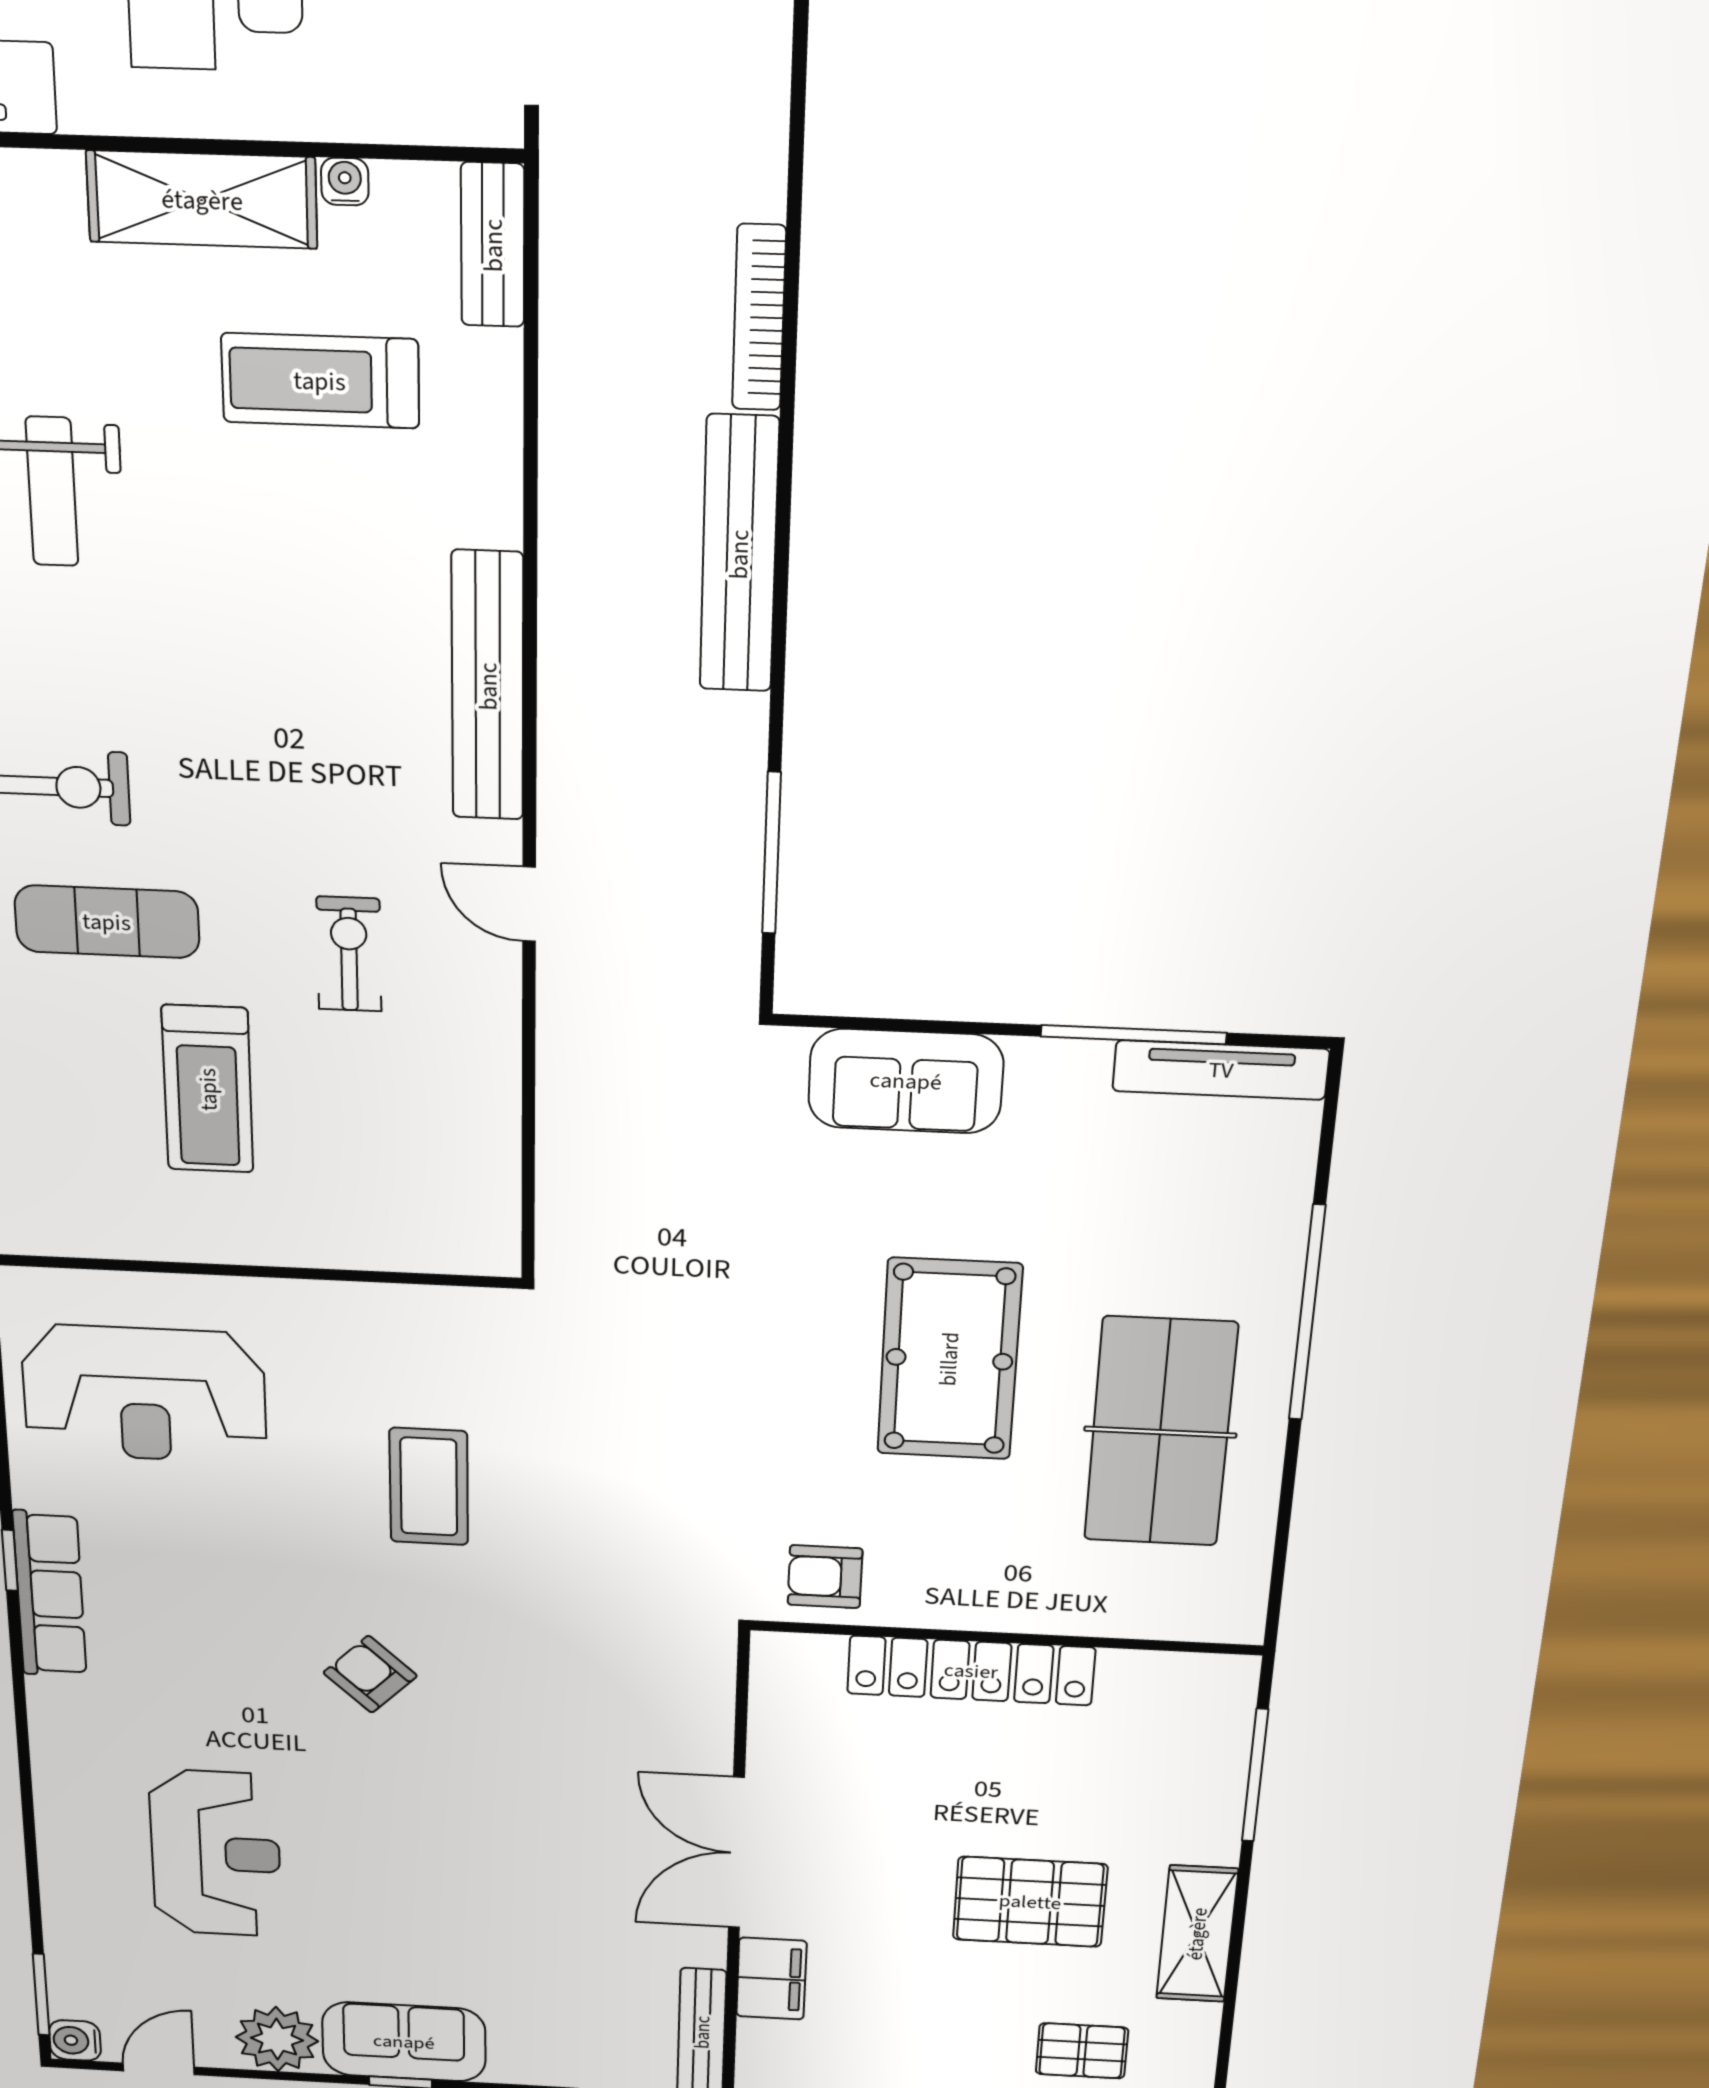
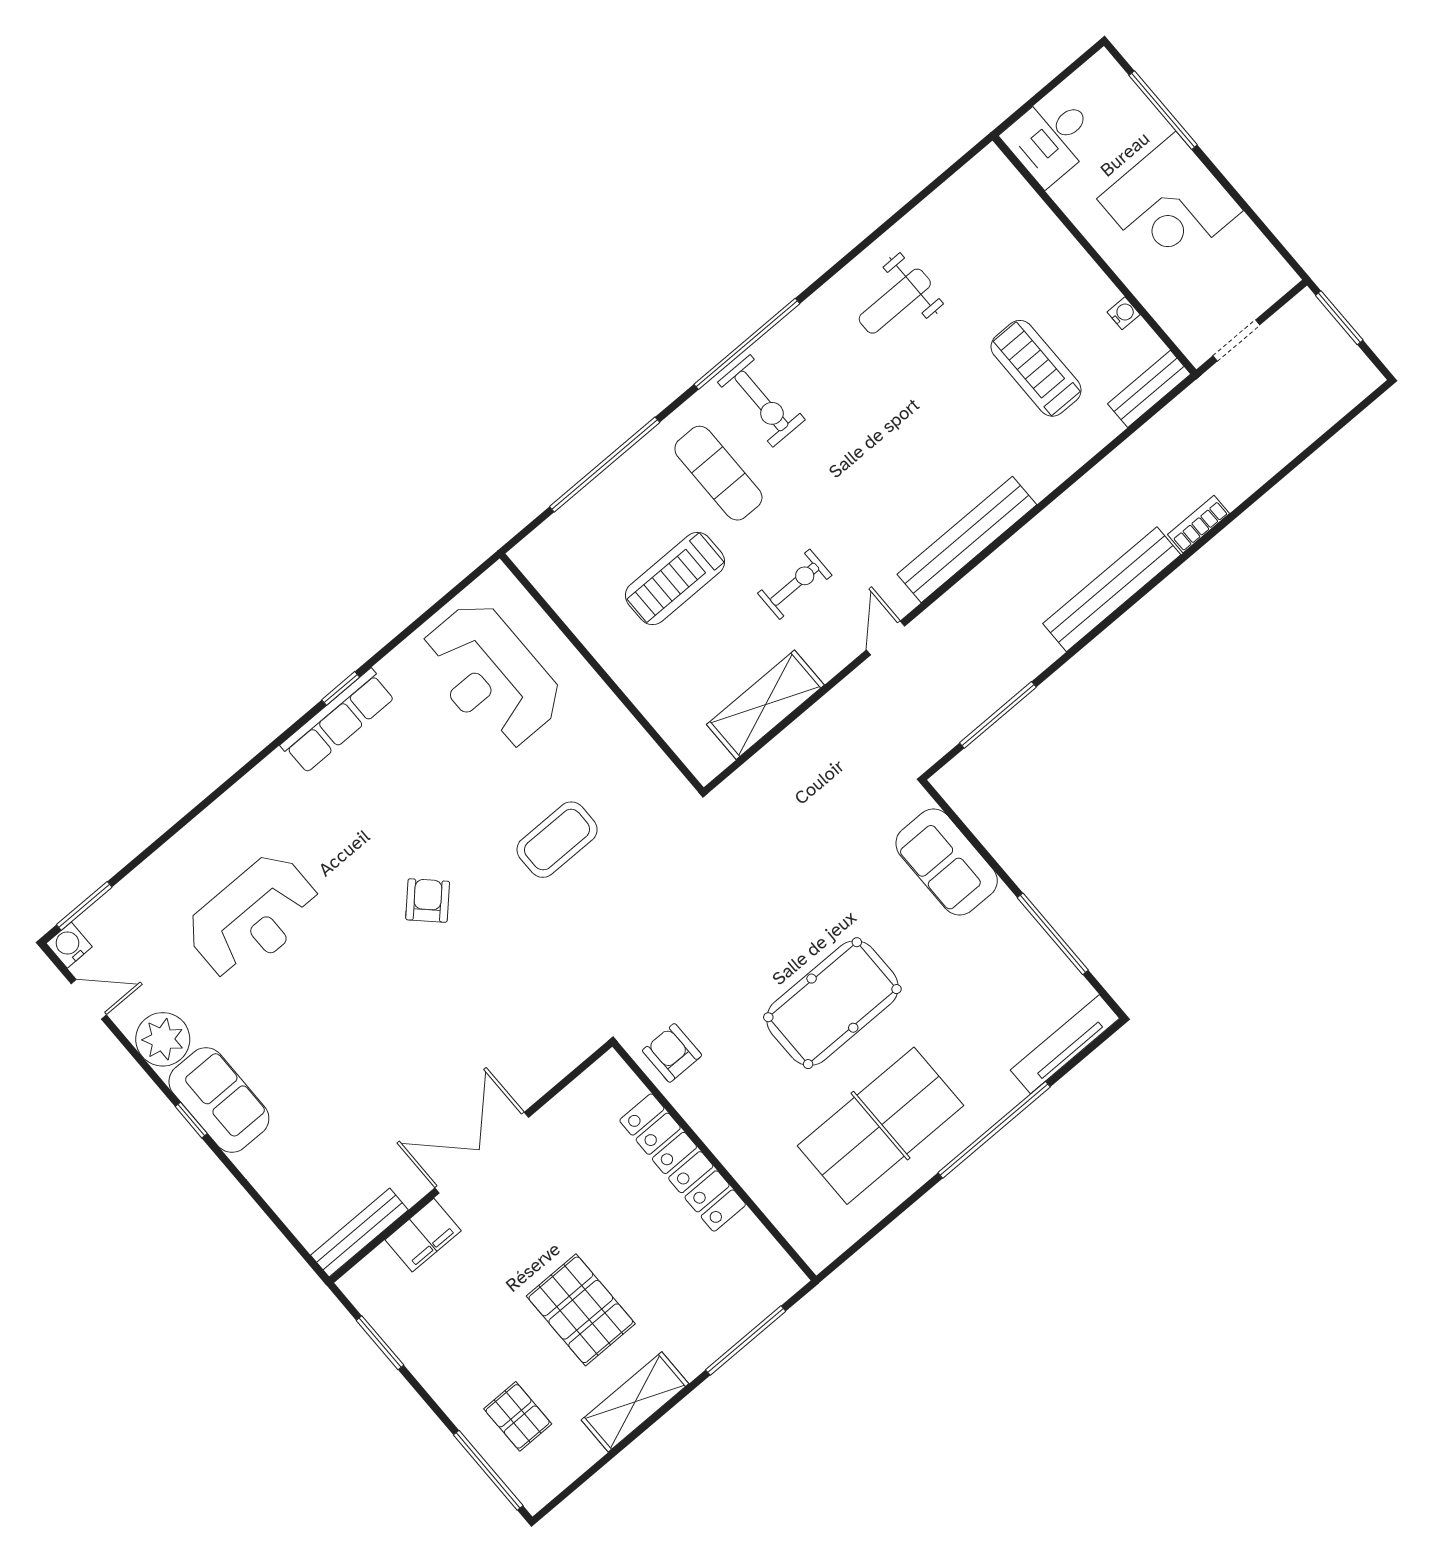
shelving: (202, 200) -> (765, 705), moved, turned 90
bookcase: (759, 318) -> (1198, 524), width x0.64
tv unit: (1221, 1070) -> (1065, 1044), moved, turned 90

